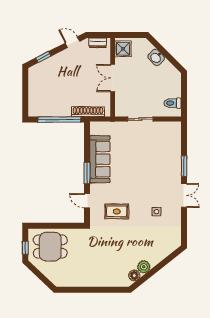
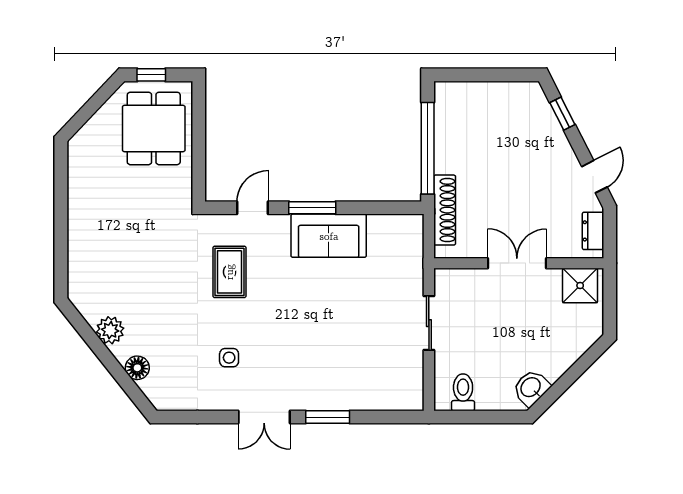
washbasin: (156, 57) -> (531, 388), moved
sofa: (100, 159) -> (329, 236), width x0.73
floor lamp: (134, 275) -> (137, 368), moved

